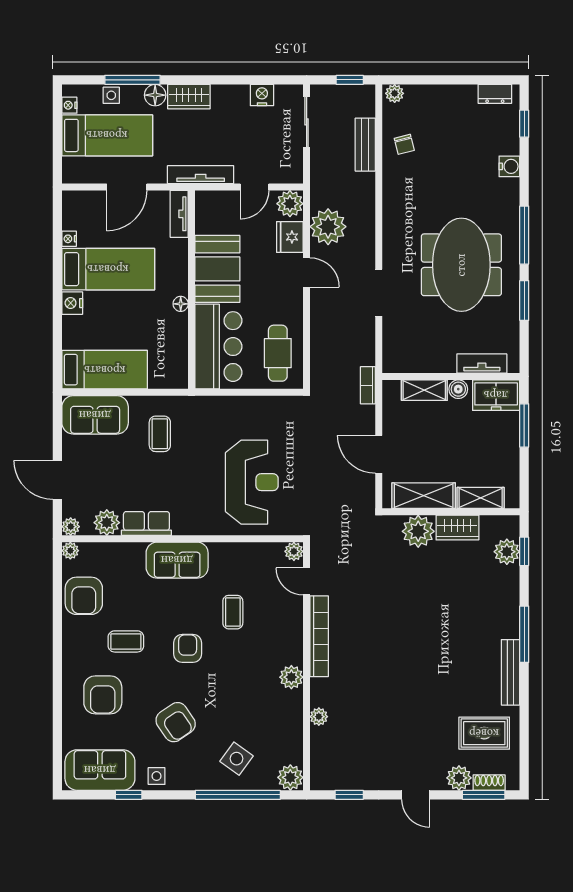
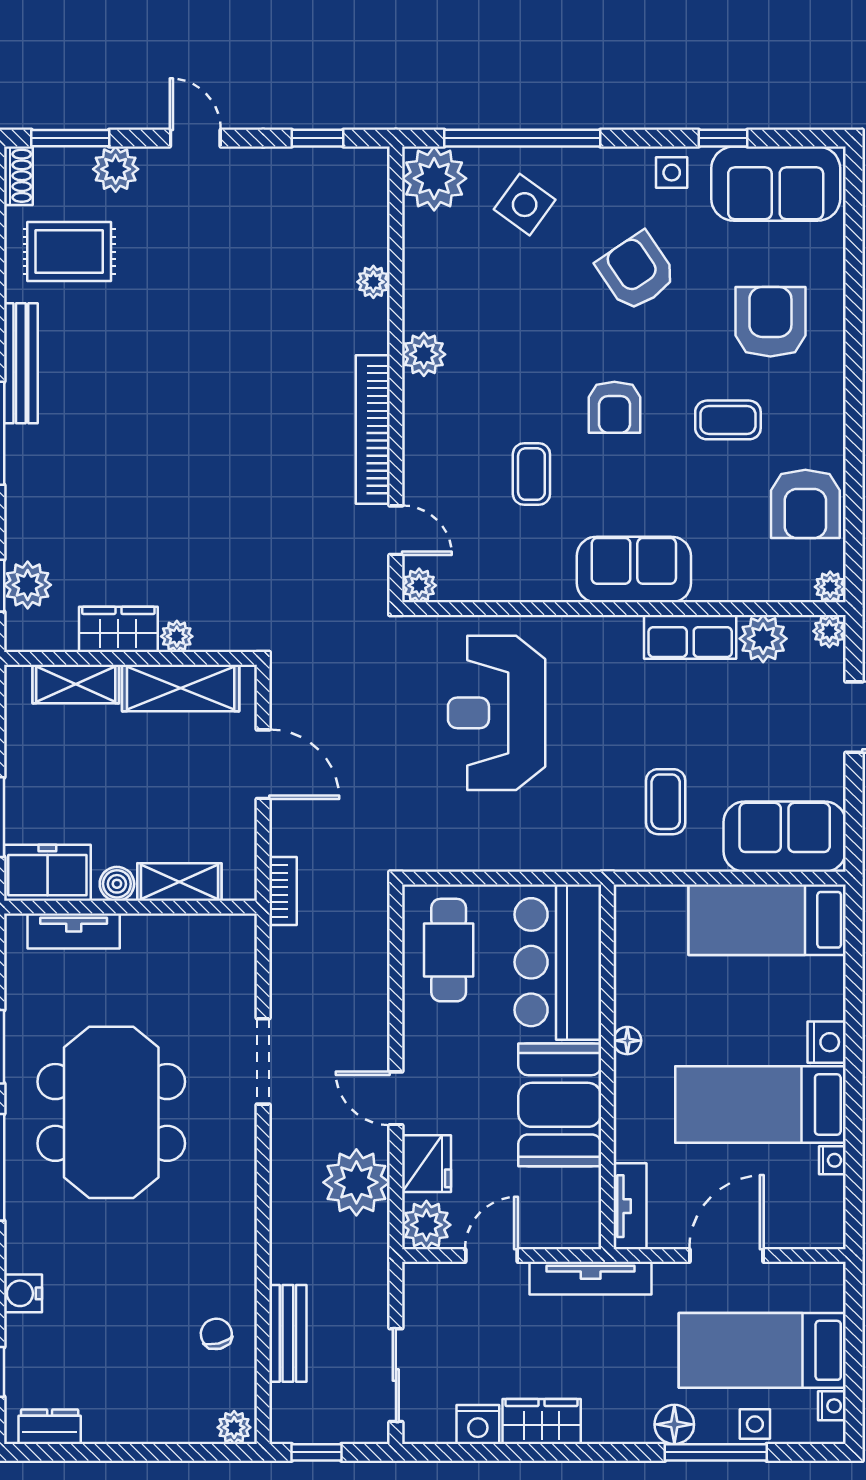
wardrobe: (189, 97) -> (542, 1422), moved
plant: (418, 531) -> (177, 636), width x0.53, depth x0.53
armchair: (84, 596) -> (805, 504), turned 180
plant: (290, 777) -> (434, 178), width x1.36, depth x1.36
shoe rack: (489, 783) -> (18, 176), moved, turned -90

